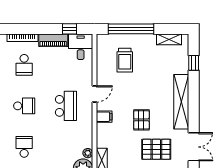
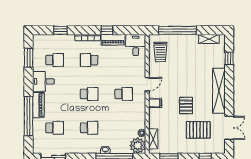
window: (69, 29) -> (107, 30), moved
trolley: (125, 60) -> (160, 52), moved
school desk: (24, 65) -> (89, 60), turned 90
school desk: (66, 106) -> (124, 94), width x0.54
school desk: (24, 147) -> (89, 128), turned 90

